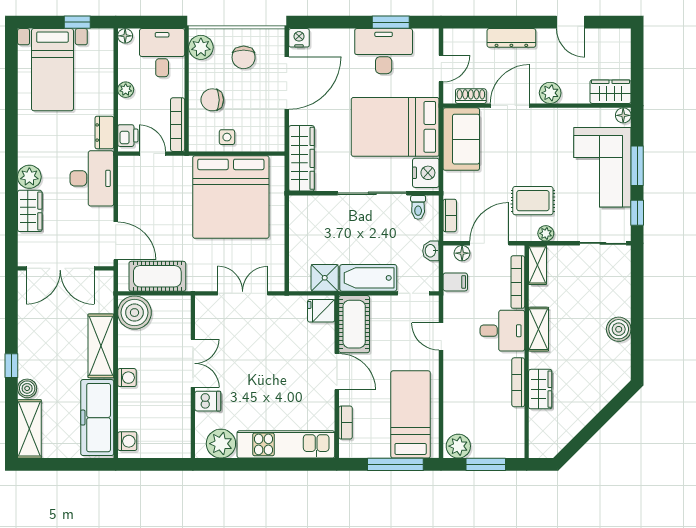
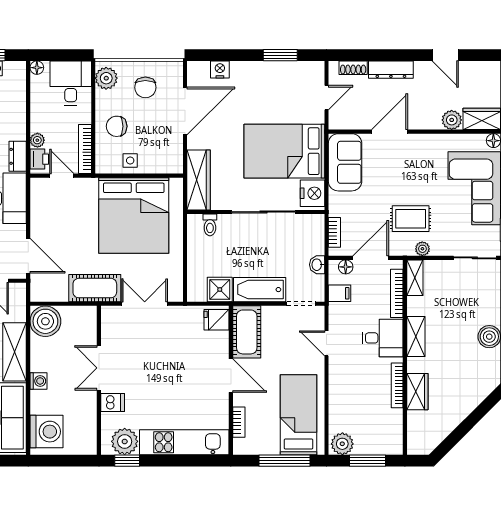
nightstand: (299, 38) -> (220, 69), moved
desk: (384, 51) -> (274, 82), removed
plant: (126, 90) -> (37, 140), moved
plant: (550, 93) -> (452, 120), moved
shoe rack: (471, 96) -> (353, 68), moved, turned 180
toilet: (418, 207) -> (210, 225), moved
cot: (157, 276) -> (95, 288), moved
double door: (193, 363) -> (99, 368), swing flipped
washing machine: (127, 441) -> (47, 432), width x1.89, depth x1.89
window: (224, 464) -> (127, 461), added

